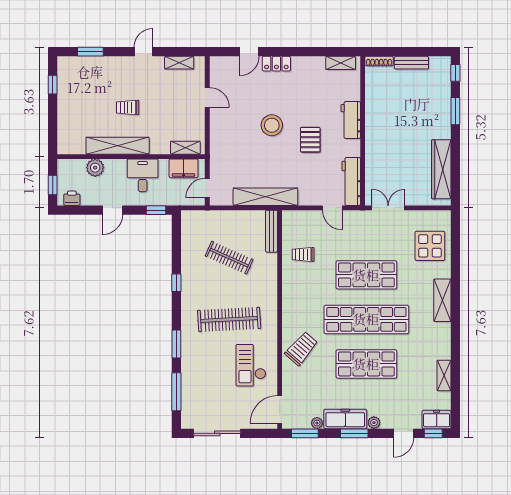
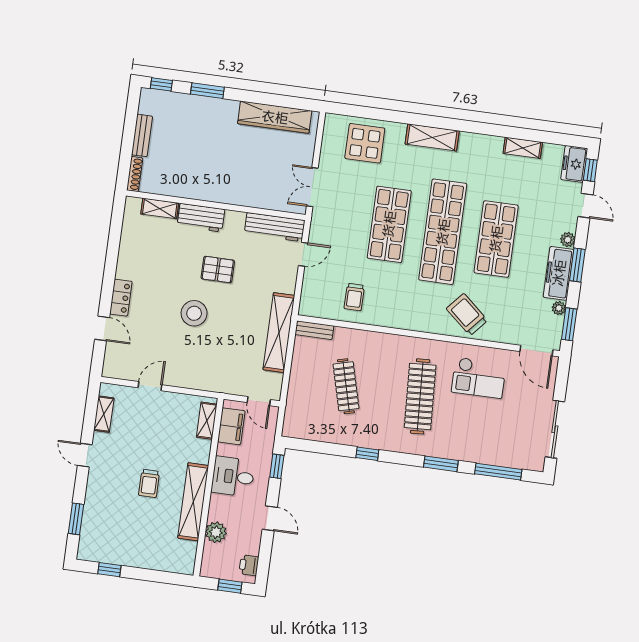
shelving: (341, 63) -> (160, 208), moved, turned 90
bench: (271, 231) -> (314, 330), width x0.73
clothes rail: (229, 258) -> (346, 386), turned -39

